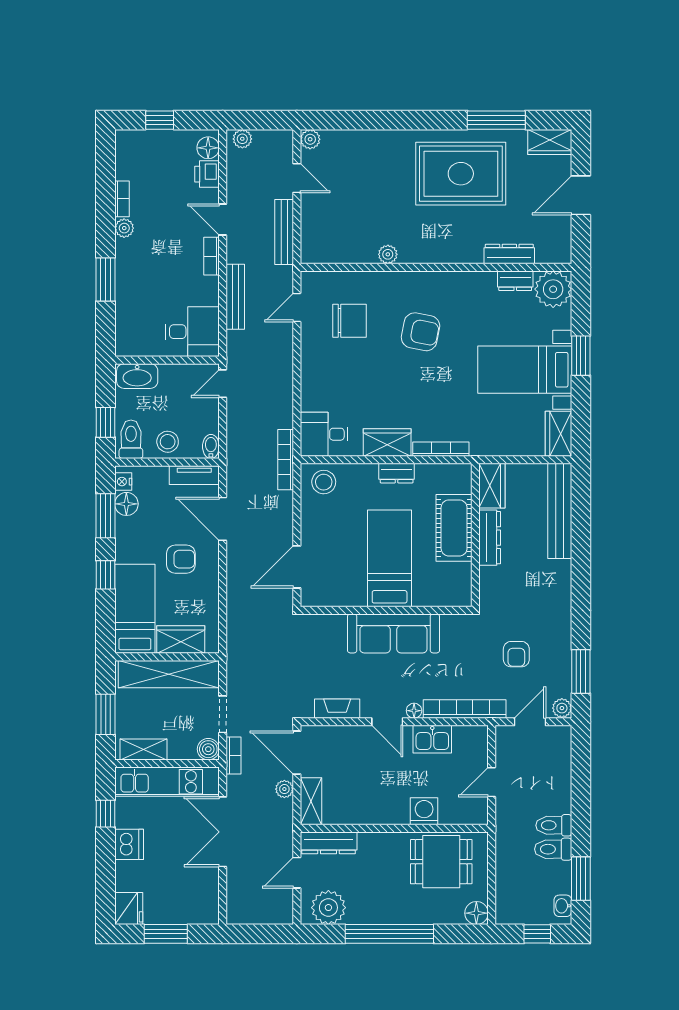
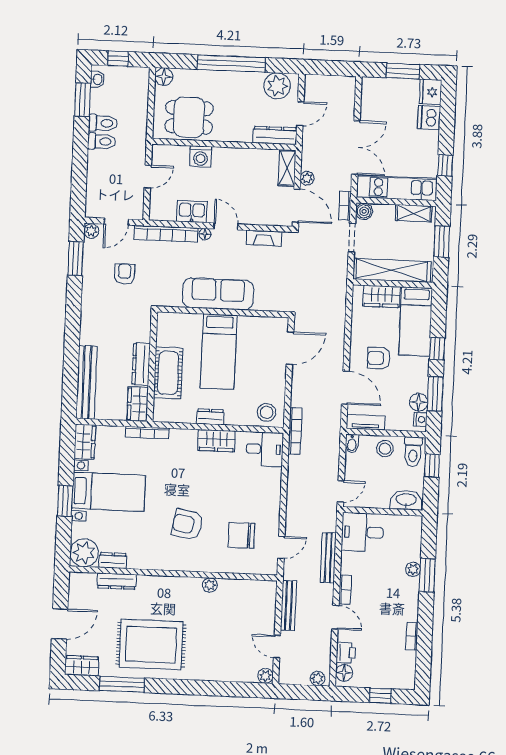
plant: (124, 228) -> (413, 569), moved
bookcase: (441, 449) -> (147, 433), moved
dishwasher: (129, 844) -> (429, 117), moved

